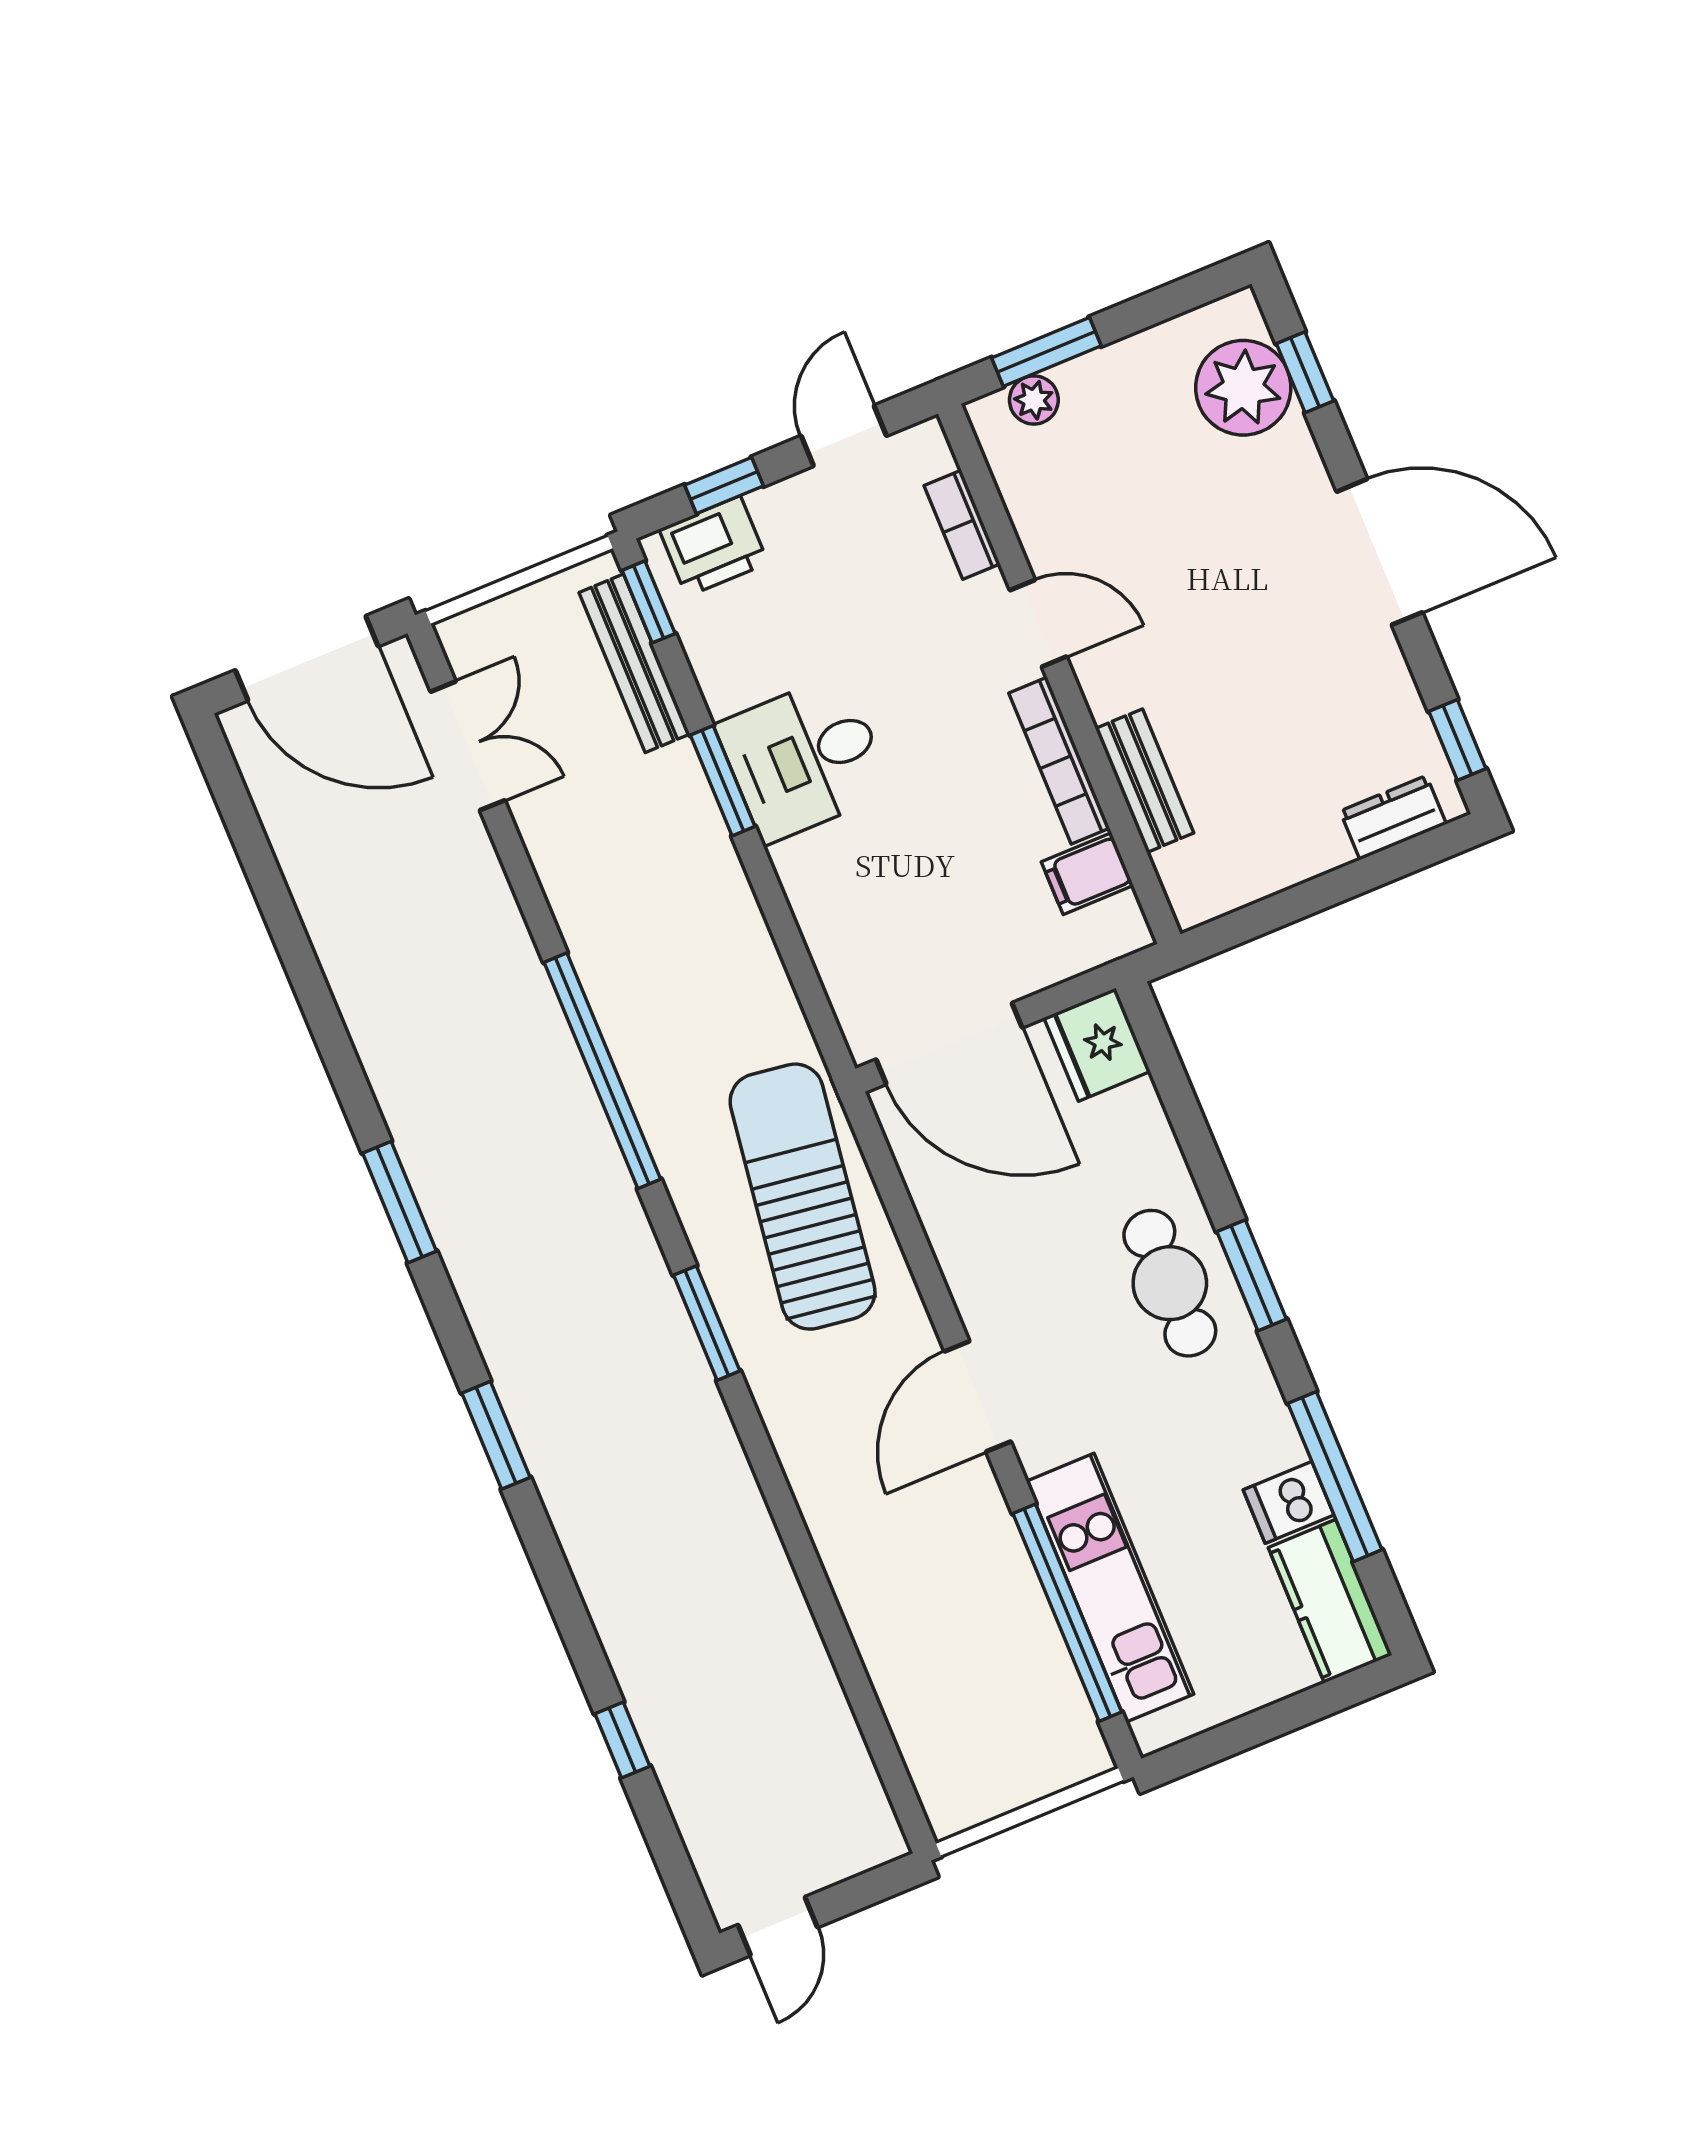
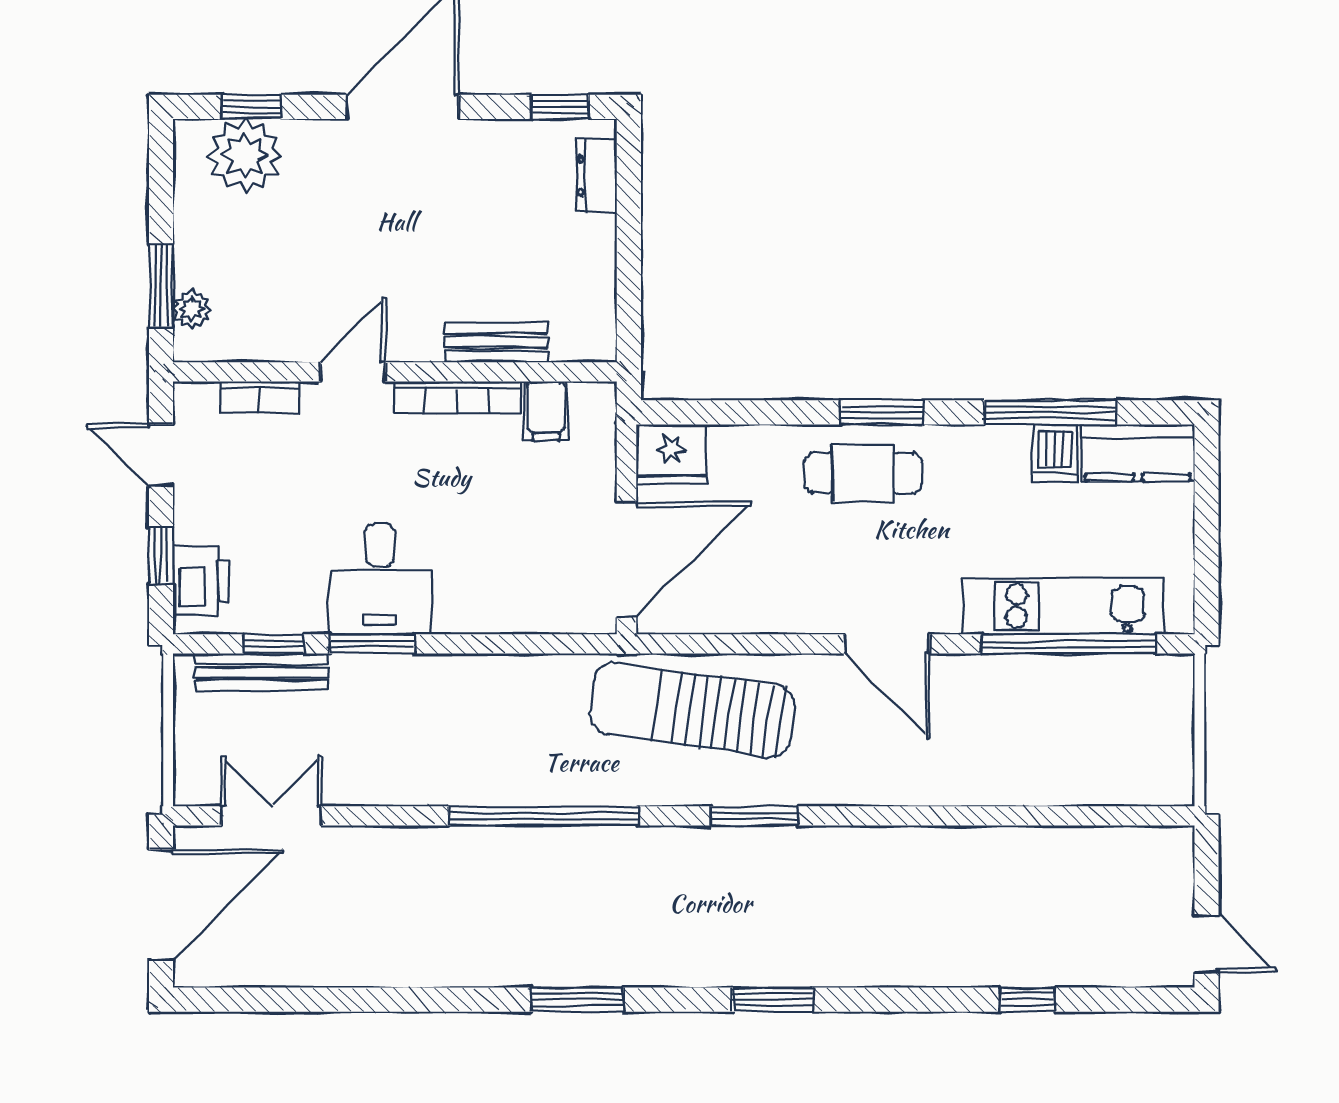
window: (649, 602) -> (274, 644), moved

